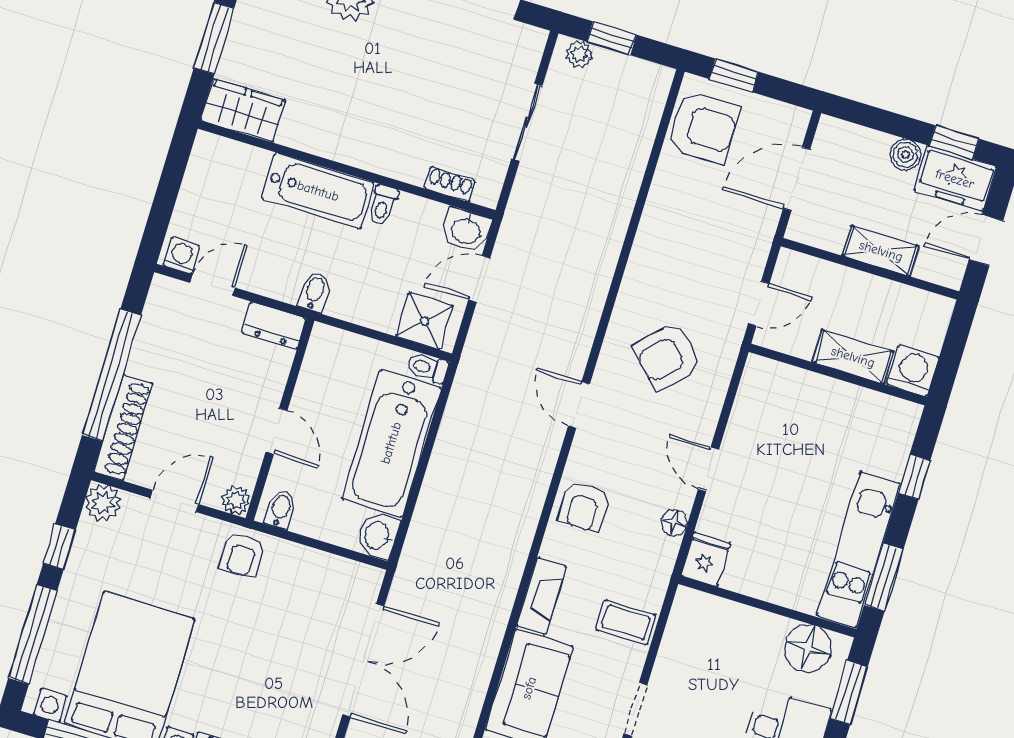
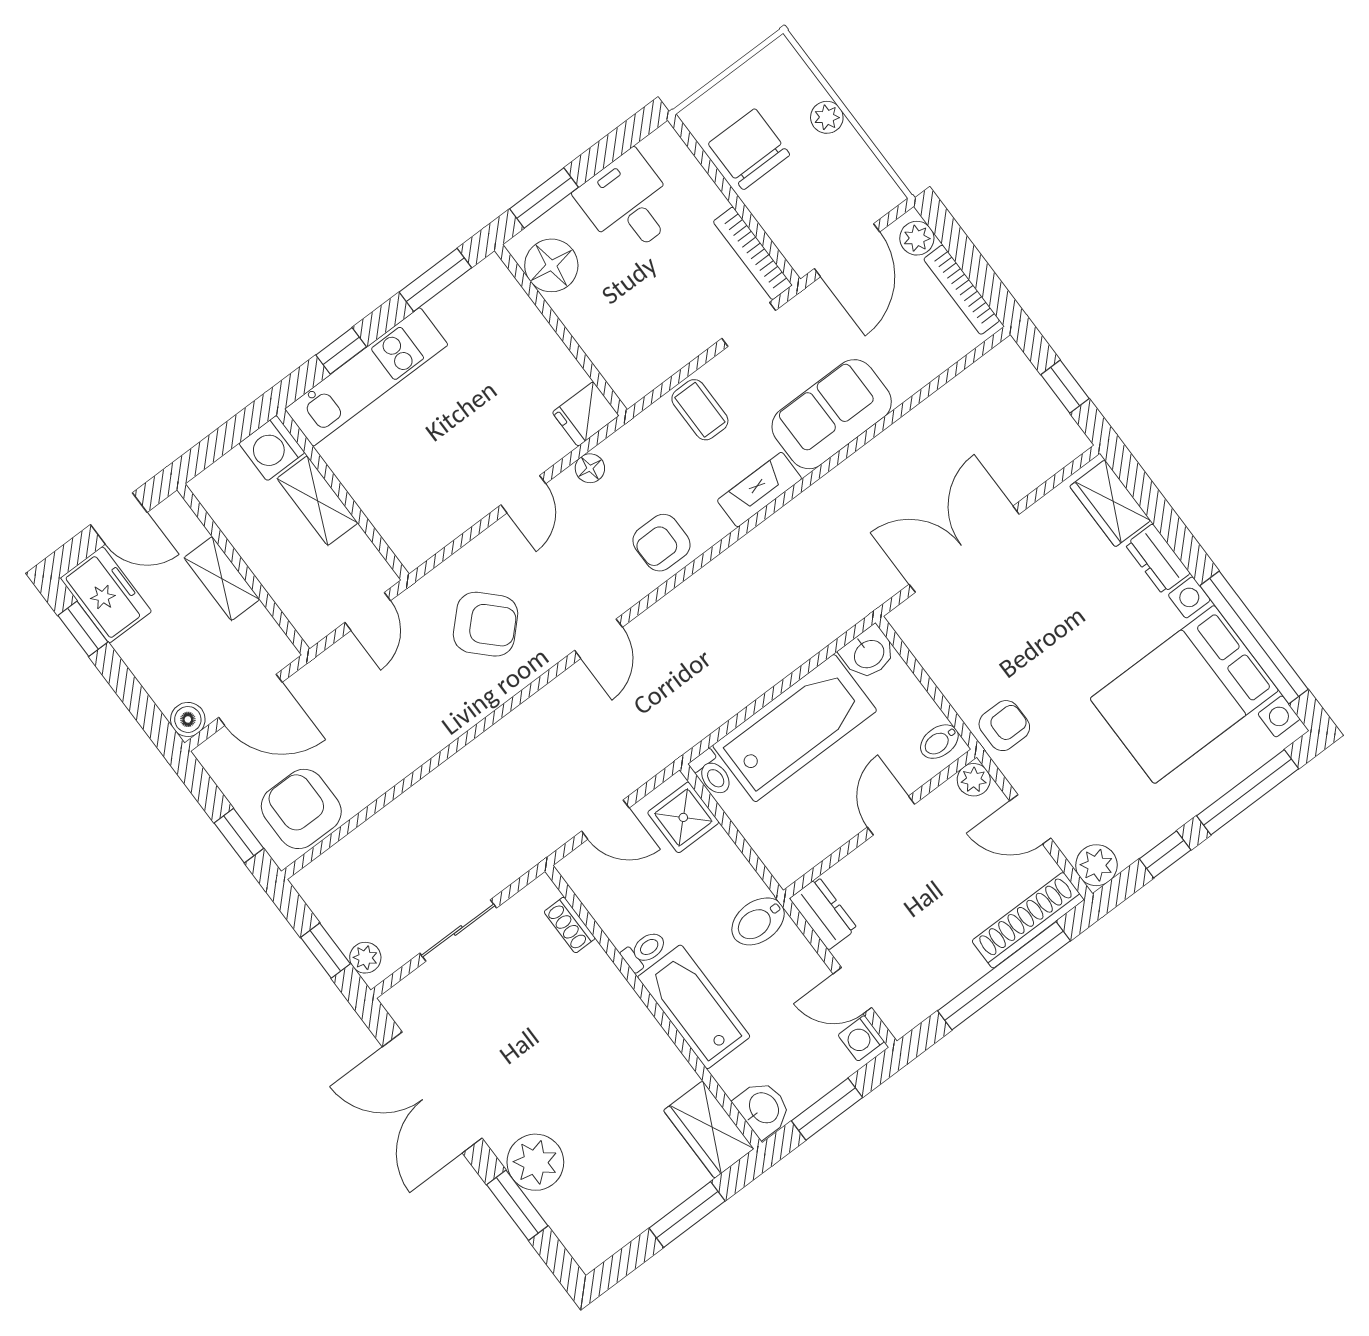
boiler: (906, 155) -> (188, 719), moved
window: (169, 187) -> (827, 1109), added
washbasin: (466, 230) -> (763, 1109), moved
bidet: (315, 292) -> (758, 921), width x1.38, depth x1.36
door: (759, 304) -> (368, 612), swing flipped
armchair: (584, 507) -> (662, 543), turned 180
kitchen unit: (859, 550) -> (366, 377), moved

